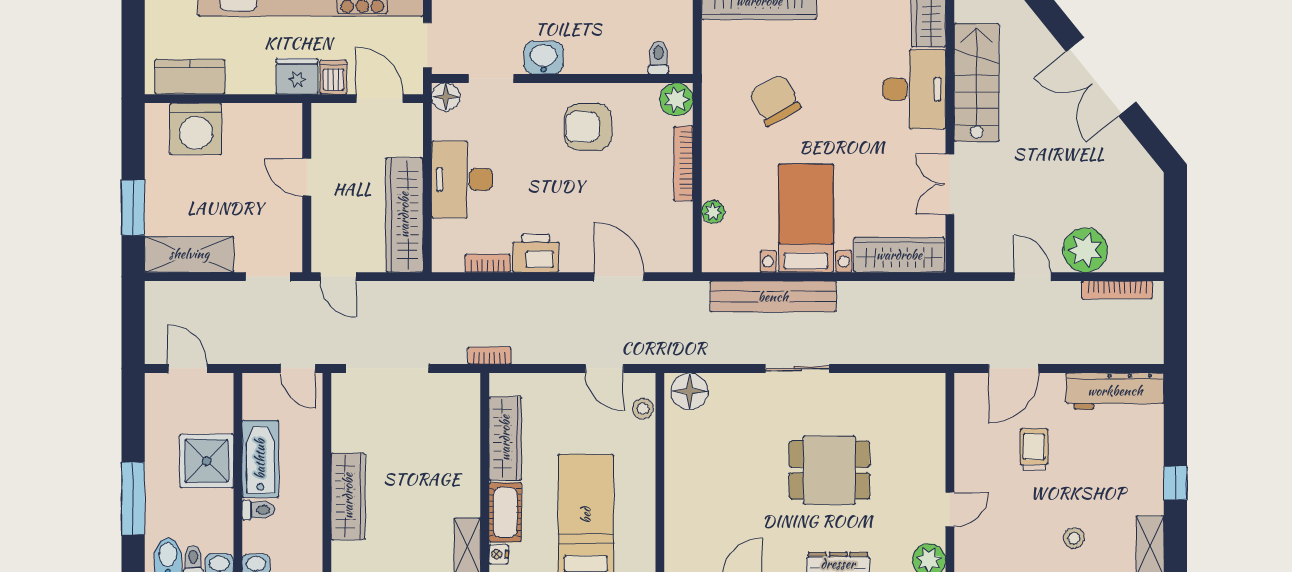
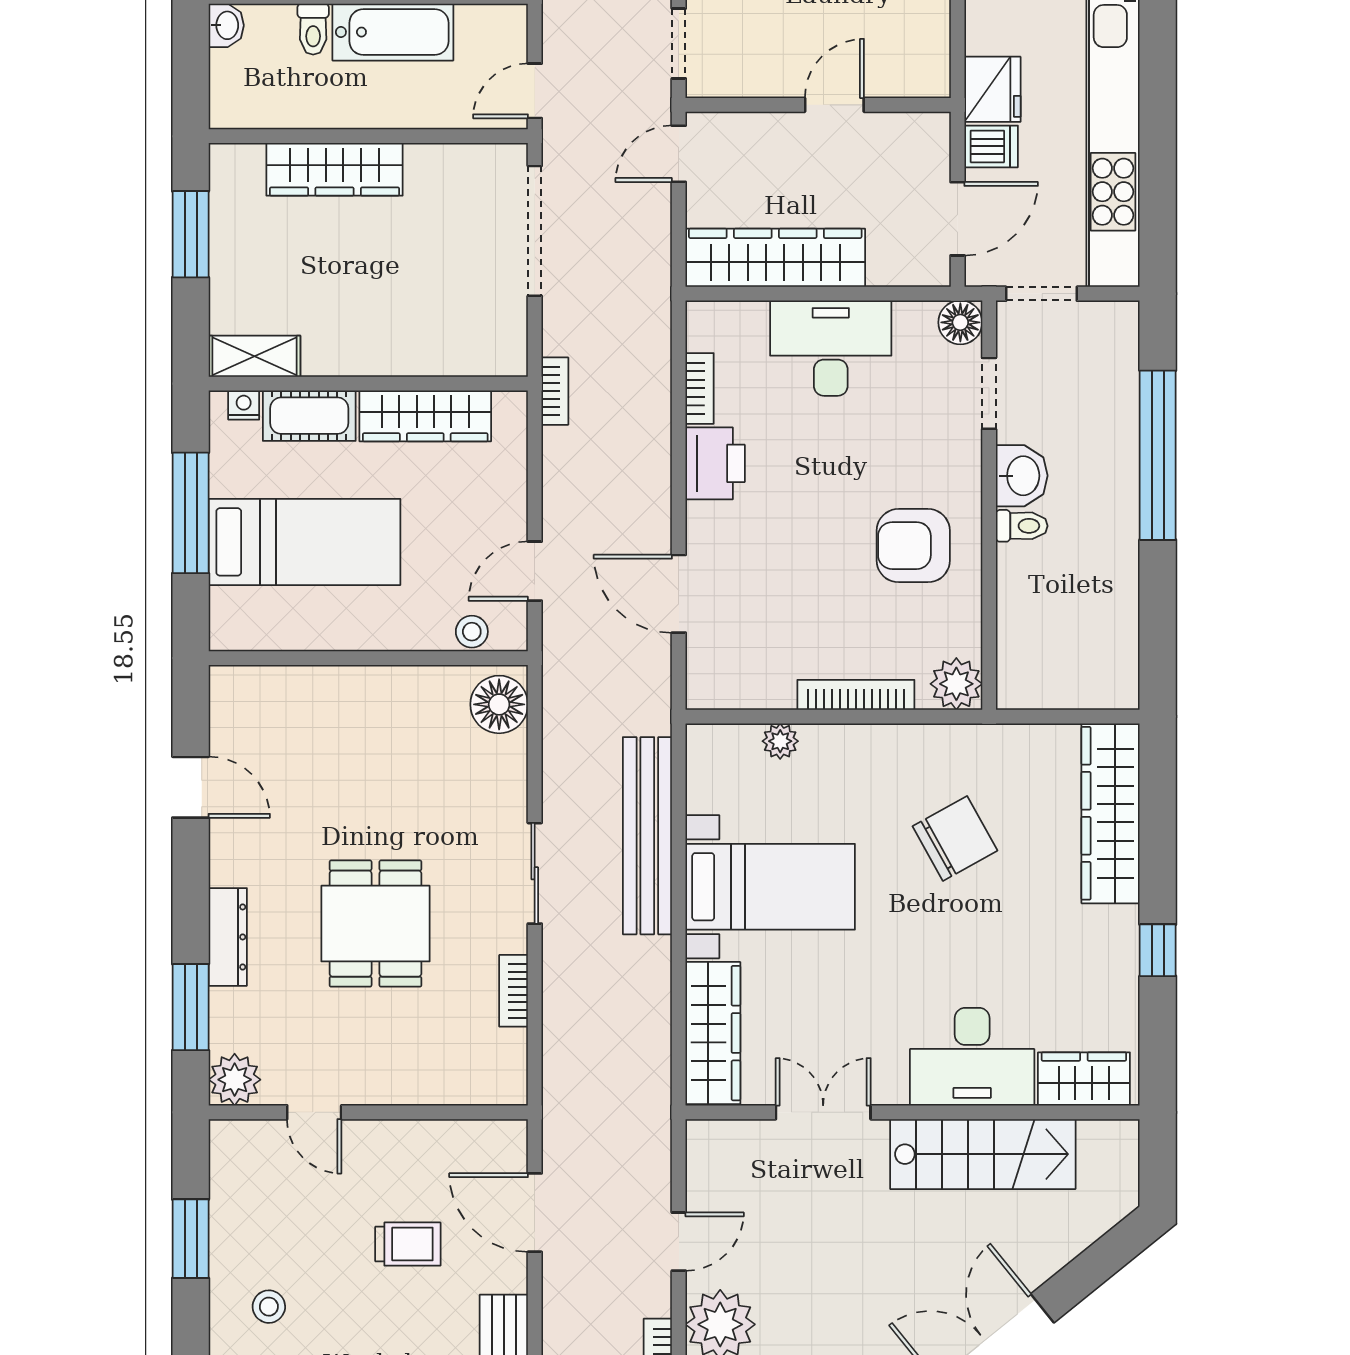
toilet: (658, 58) -> (1022, 526), moved
armchair: (588, 127) -> (913, 546), turned -90
door: (619, 277) -> (679, 594), swing flipped
bookcase: (872, 382) -> (514, 991), added

